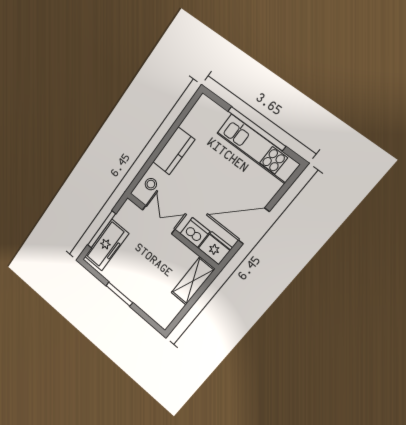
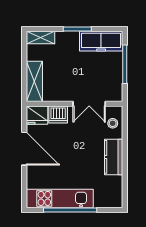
door: (254, 226) -> (24, 149), hinge flipped
freezer: (107, 245) -> (101, 41), moved, turned -90
shelving: (157, 314) -> (41, 38), added

